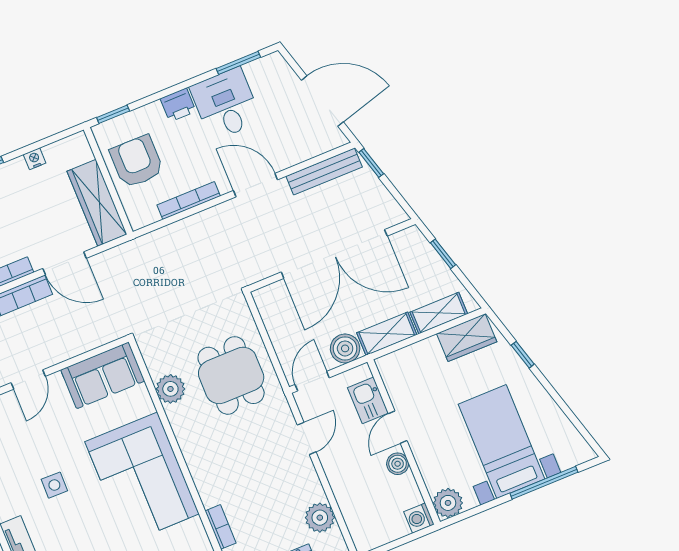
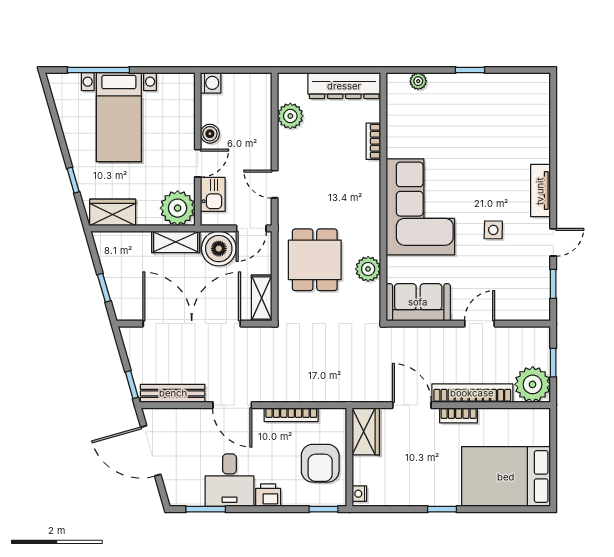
nightstand: (35, 159) -> (359, 494), moved, turned 90
wardrobe: (97, 203) -> (366, 431), width x0.67
shelving: (439, 313) -> (262, 298), moved, turned 90
boiler: (345, 348) -> (219, 249), width x1.37, depth x1.37
door: (307, 438) -> (275, 184), hinge flipped
plant: (448, 503) -> (178, 208), moved, width x1.36, depth x1.36

